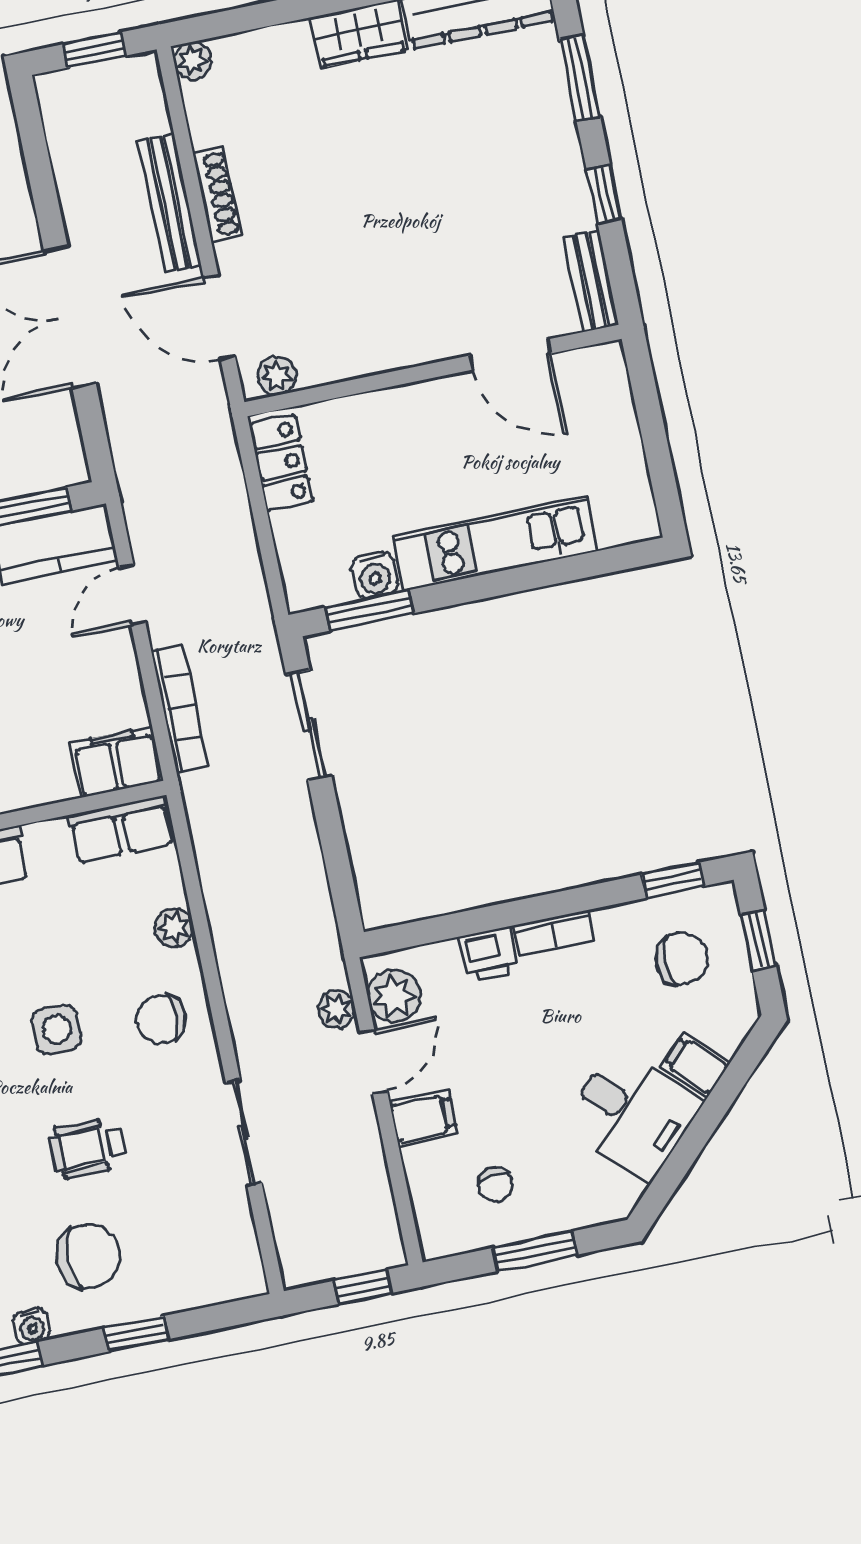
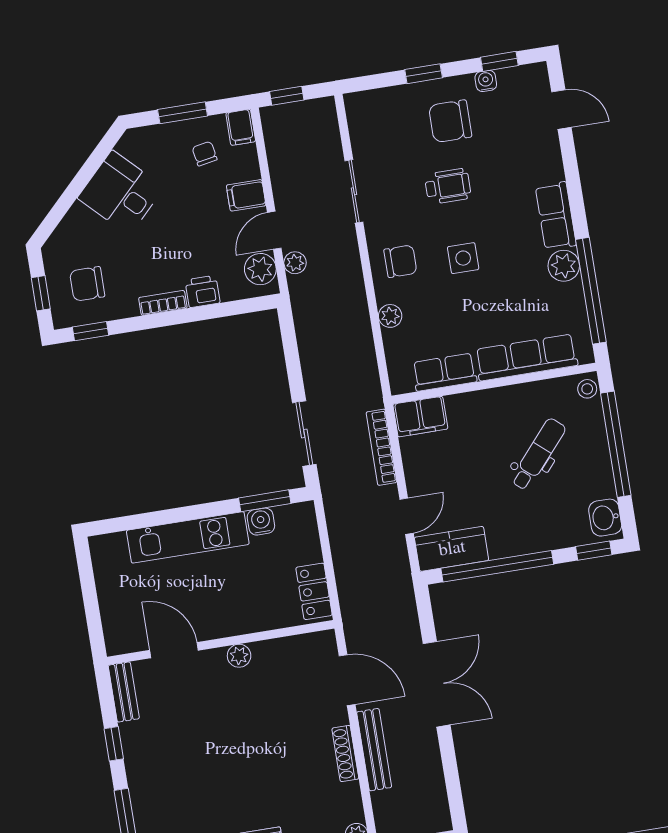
plant: (277, 376) -> (239, 656), moved
row of seats: (121, 829) -> (445, 372), moved
filing cabinet: (696, 1065) -> (241, 127), moved, turned 45

